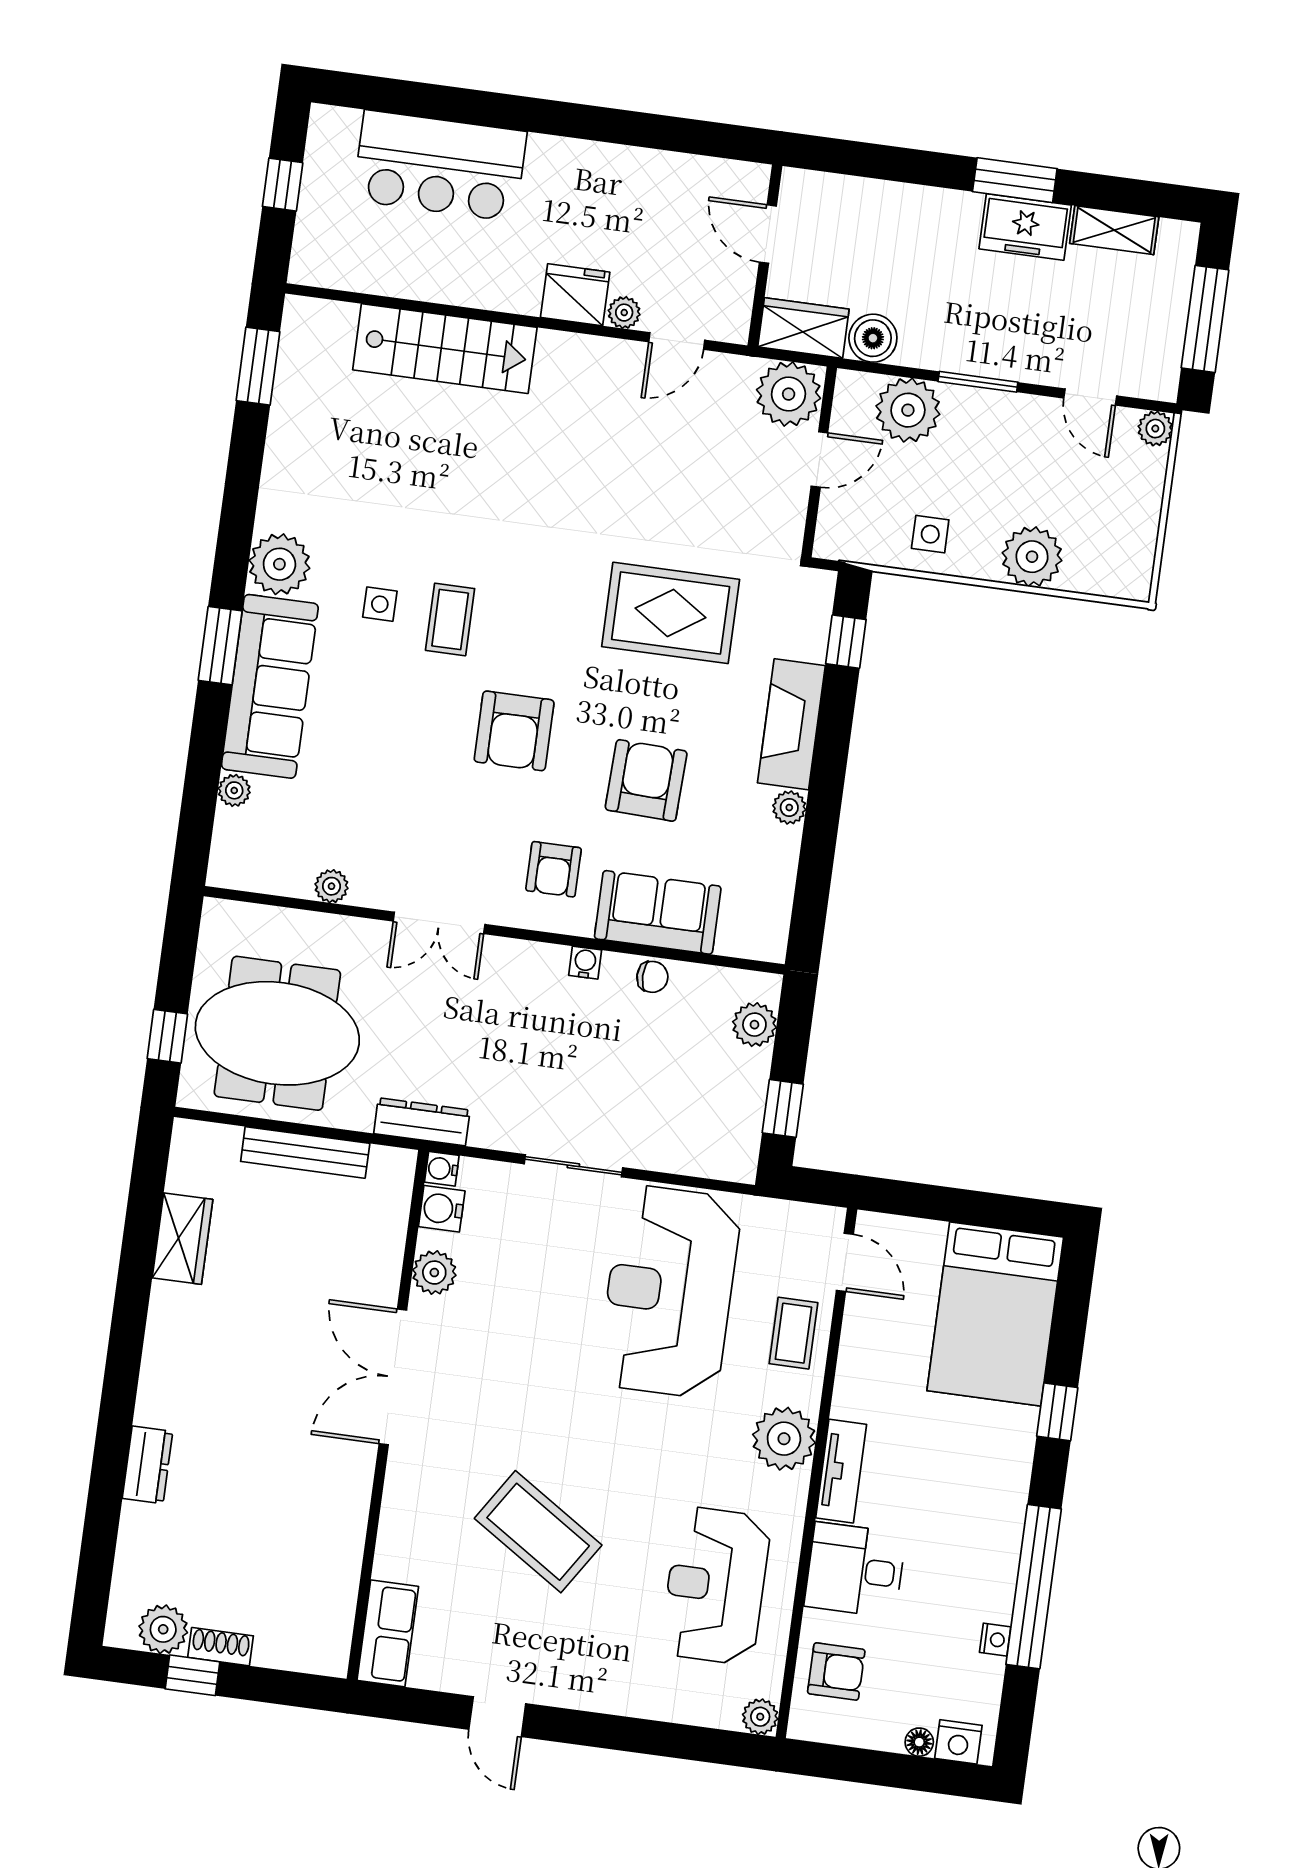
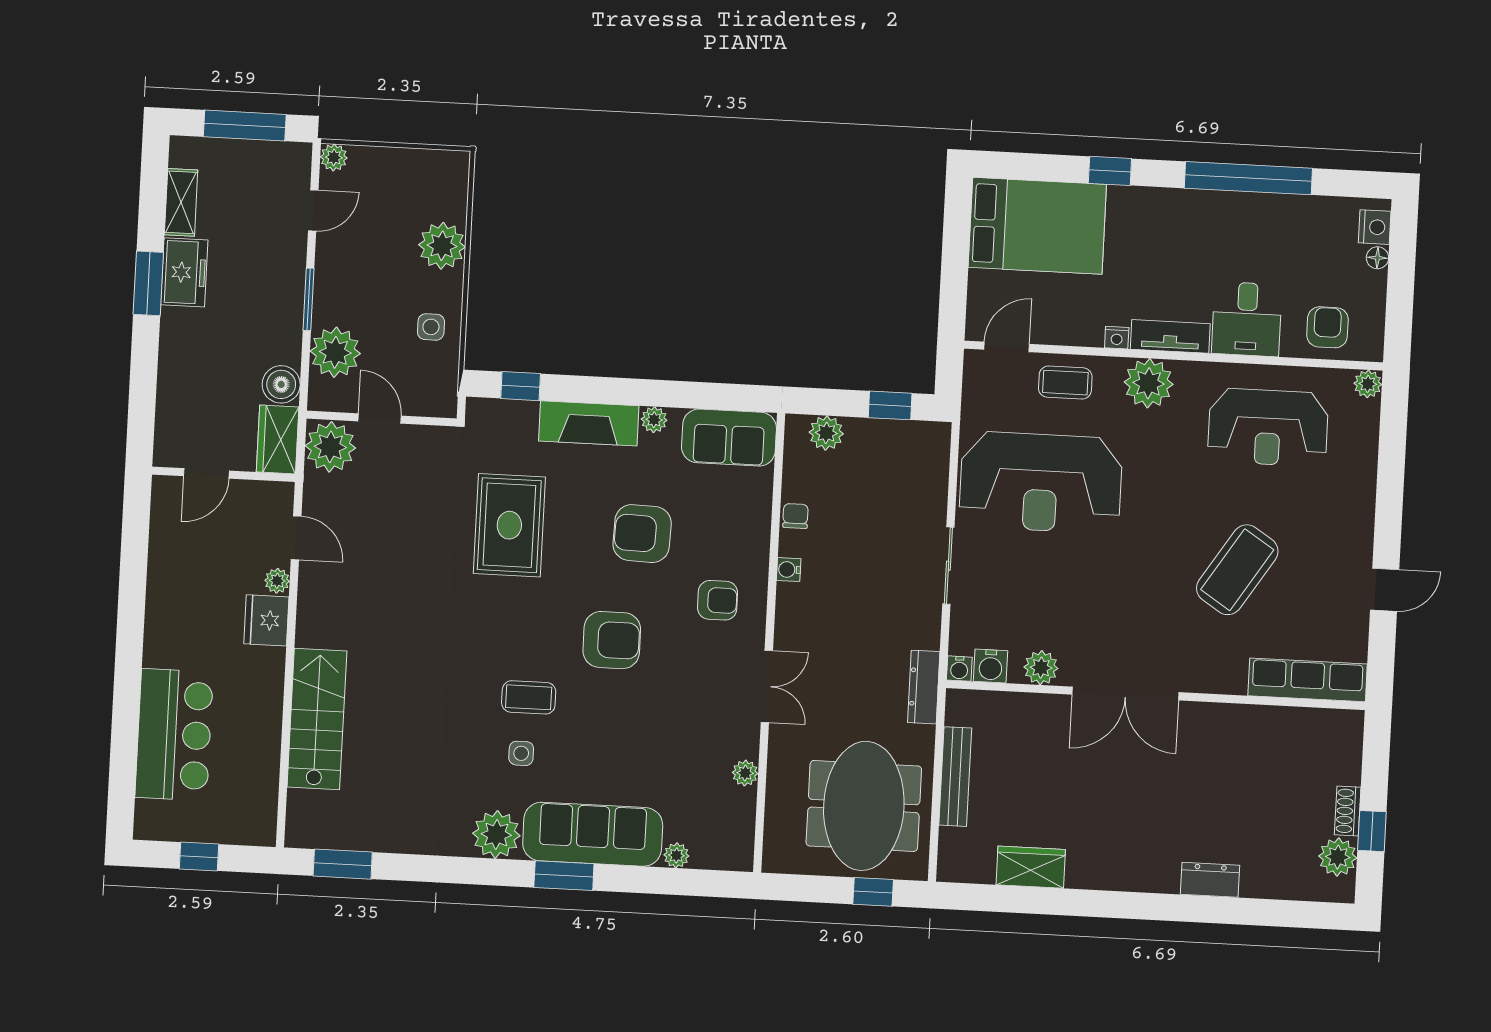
sofa: (658, 912) -> (729, 438), moved, turned -90
row of seats: (388, 1633) -> (1308, 680), width x1.48
nightstand: (995, 1640) -> (1117, 338), moved, turned 180

